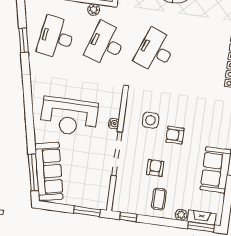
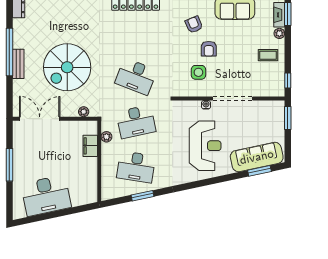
desk: (106, 44) -> (136, 122), turned -30
armchair: (155, 168) -> (194, 25), moved, turned 67
window: (33, 172) -> (259, 171), width x0.69

